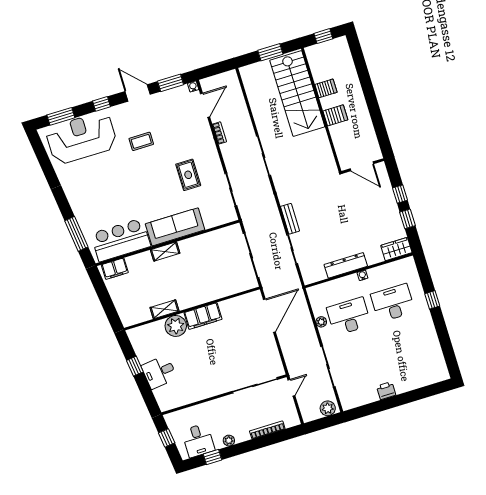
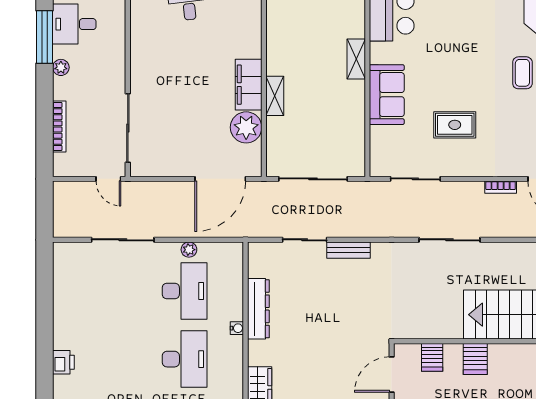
server rack: (326, 88) -> (432, 357), moved
sofa: (175, 227) -> (387, 95), width x0.73
shelving: (164, 309) -> (275, 96), moved
door: (269, 316) -> (220, 179), hinge flipped
plant: (176, 326) -> (246, 127), moved
printer: (386, 391) -> (63, 362), moved
plant: (328, 408) -> (64, 221), removed
window: (212, 457) -> (45, 37), width x2.17

